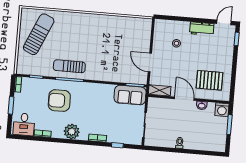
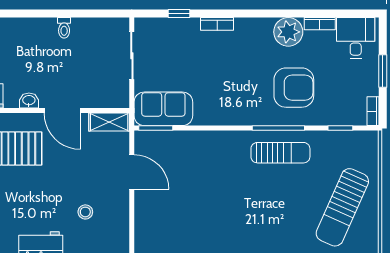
plant: (72, 132) -> (288, 32), moved

